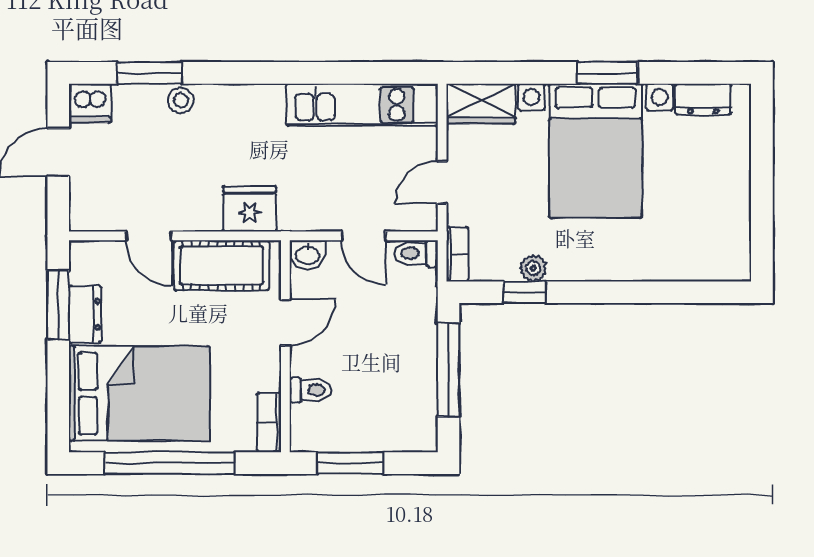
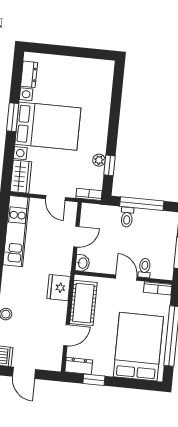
toilet: (416, 253) -> (127, 217), moved
window: (58, 305) -> (94, 380), width x0.67
dresser: (85, 314) -> (79, 366), moved
door: (285, 322) -> (126, 278), moved

